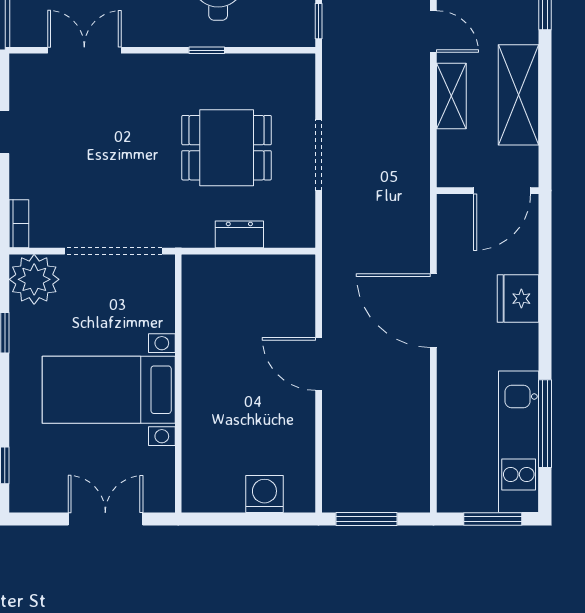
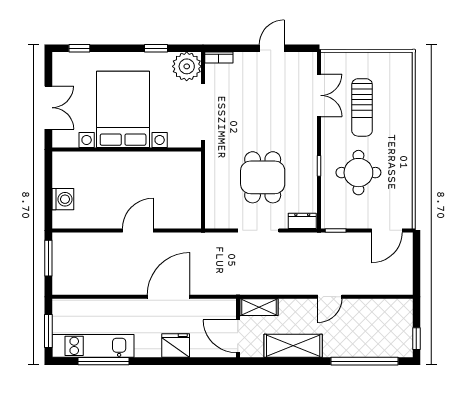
shelving: (451, 96) -> (259, 307), moved
dresser: (239, 234) -> (302, 221), moved, turned -90
bed with nightstands: (109, 390) -> (123, 109), width x1.36

